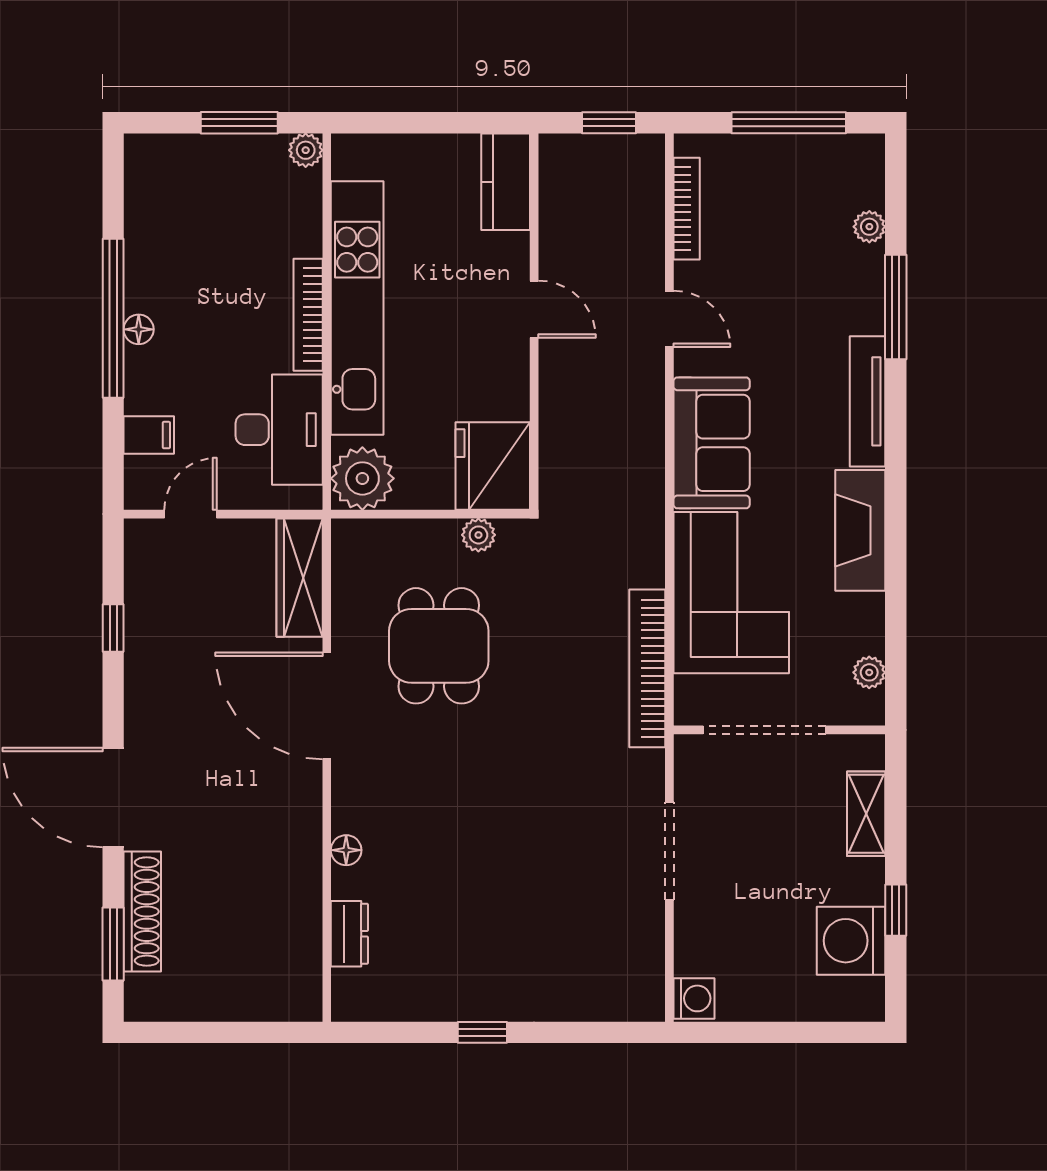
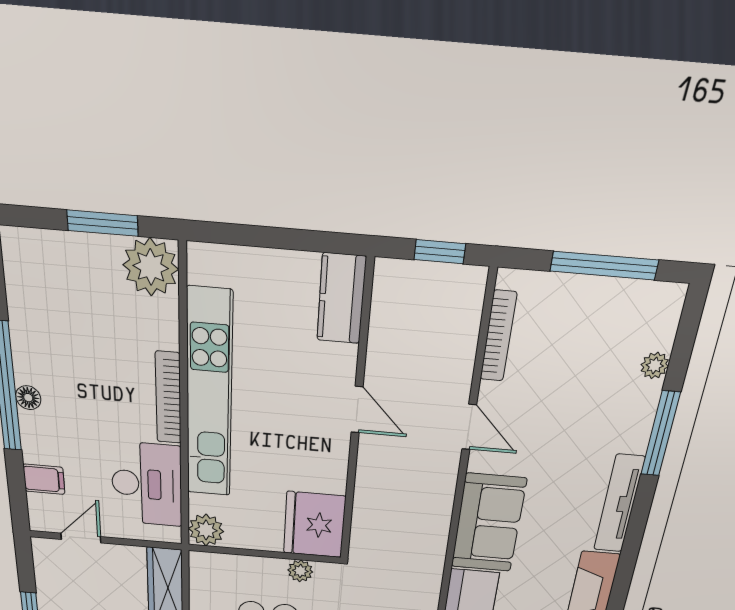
plant: (306, 150) -> (151, 267), width x1.87, depth x1.87
plant: (362, 478) -> (206, 530), width x0.73, depth x0.73

